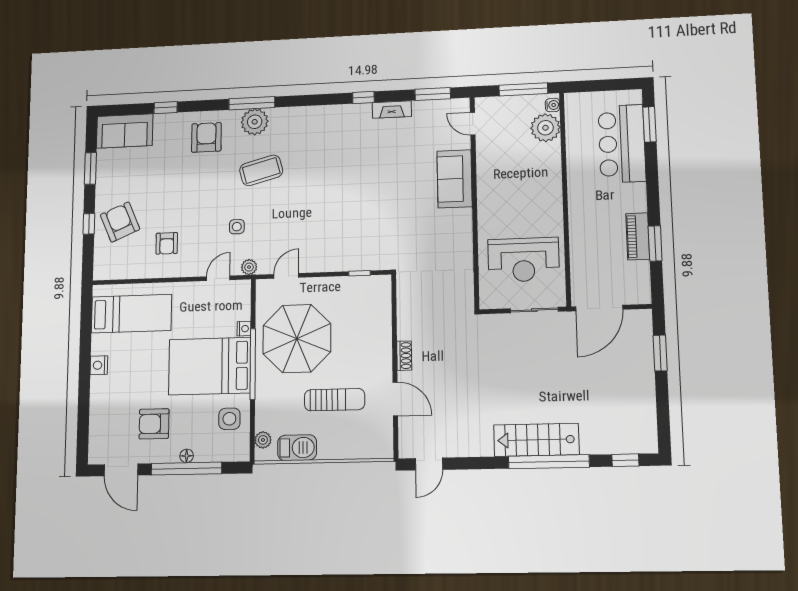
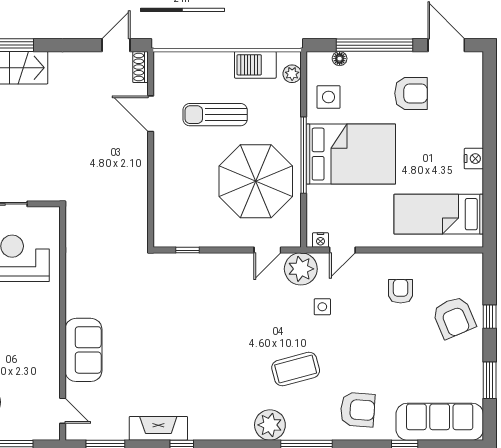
fireplace: (392, 110) -> (158, 428), width x1.37, depth x1.32
plant: (255, 122) -> (270, 425), moved
sofa: (125, 131) -> (440, 422), width x1.36
armchair: (206, 137) -> (358, 410), turned -86
plant: (249, 267) -> (301, 269), width x1.87, depth x1.87
nightstand: (244, 329) -> (320, 240), moved, turned -90
shoe rack: (404, 356) -> (140, 67), moved
floor lamp: (187, 456) -> (340, 59), moved

